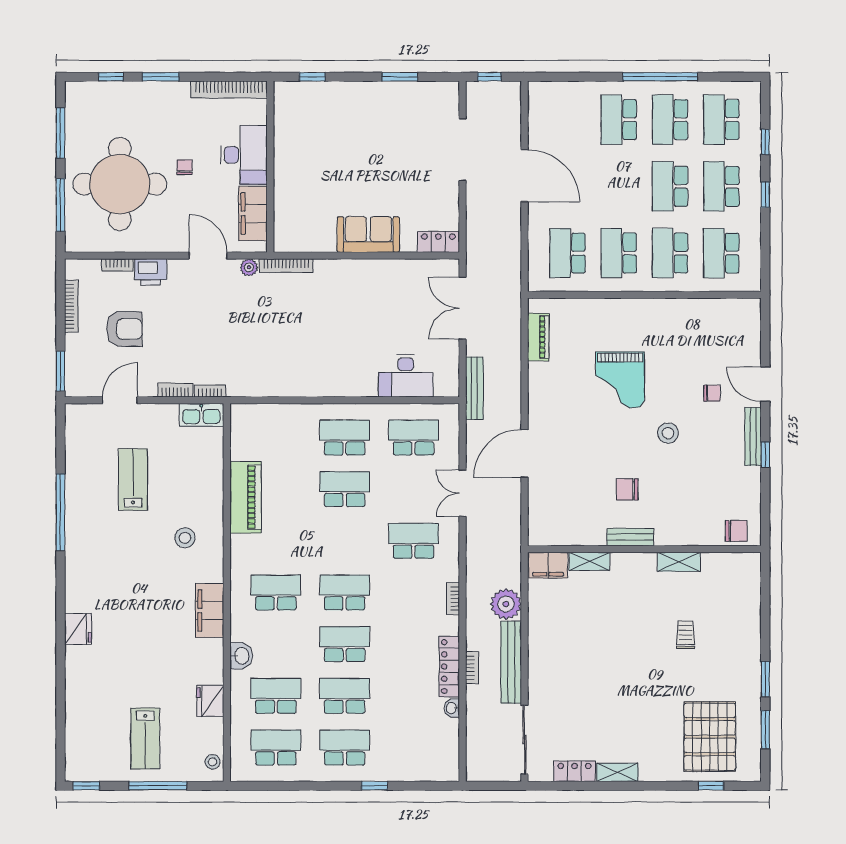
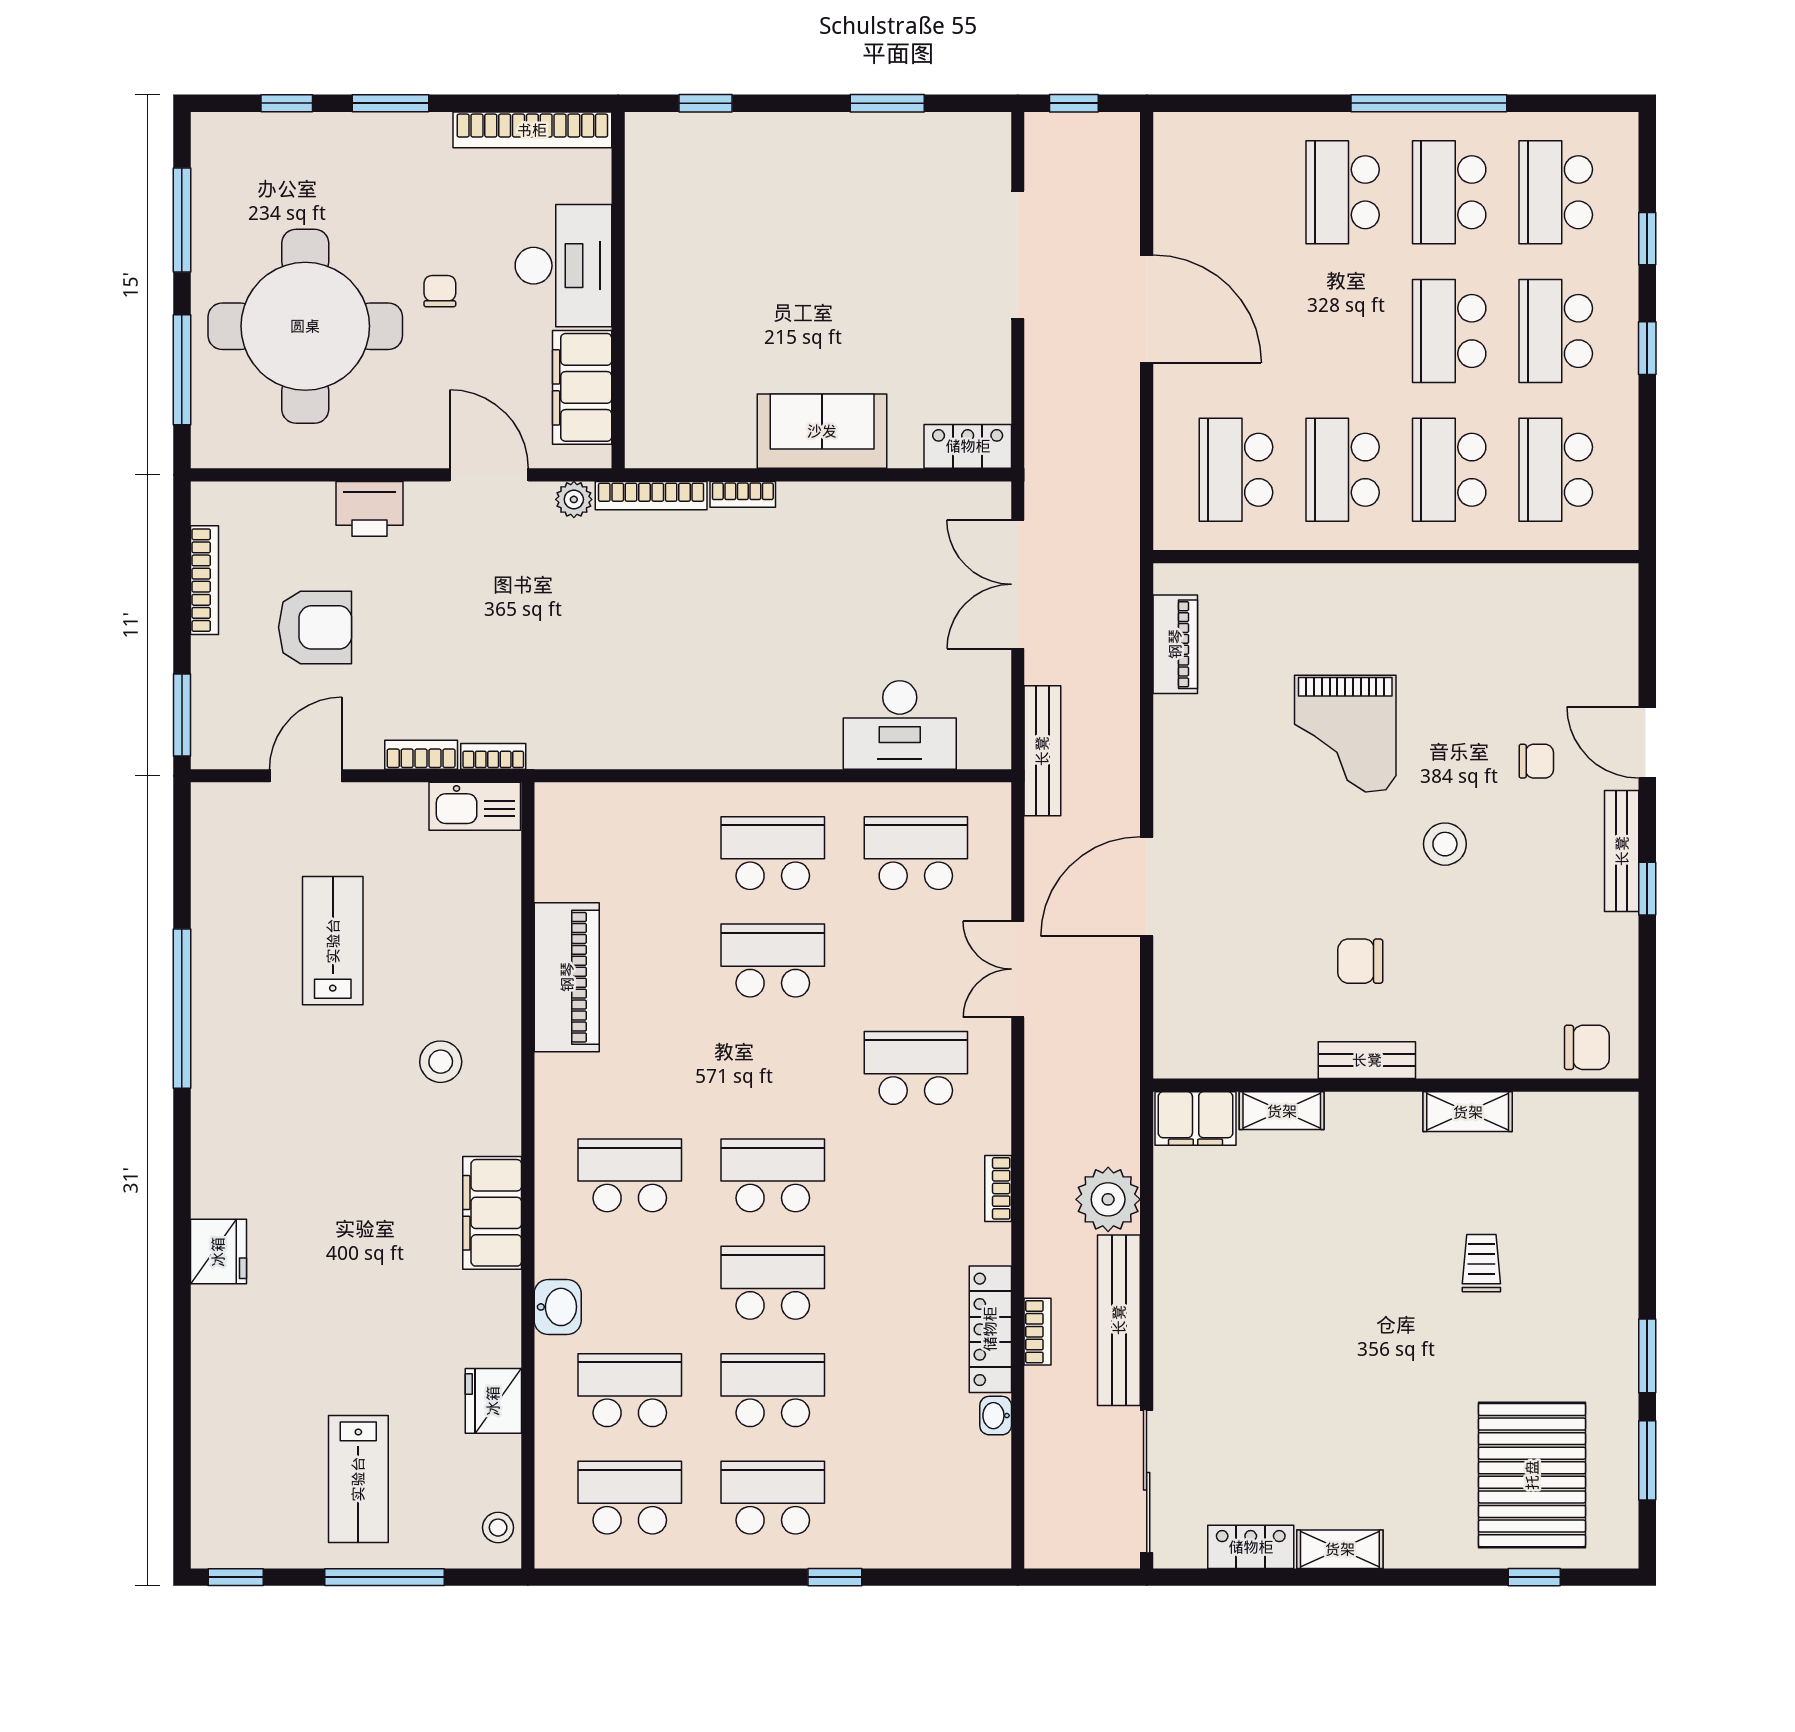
bookcase: (117, 265) -> (743, 494), moved

